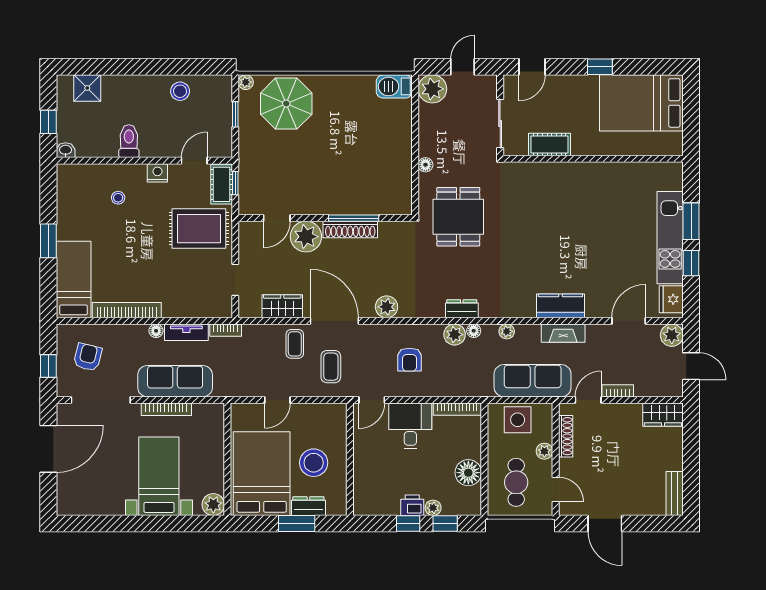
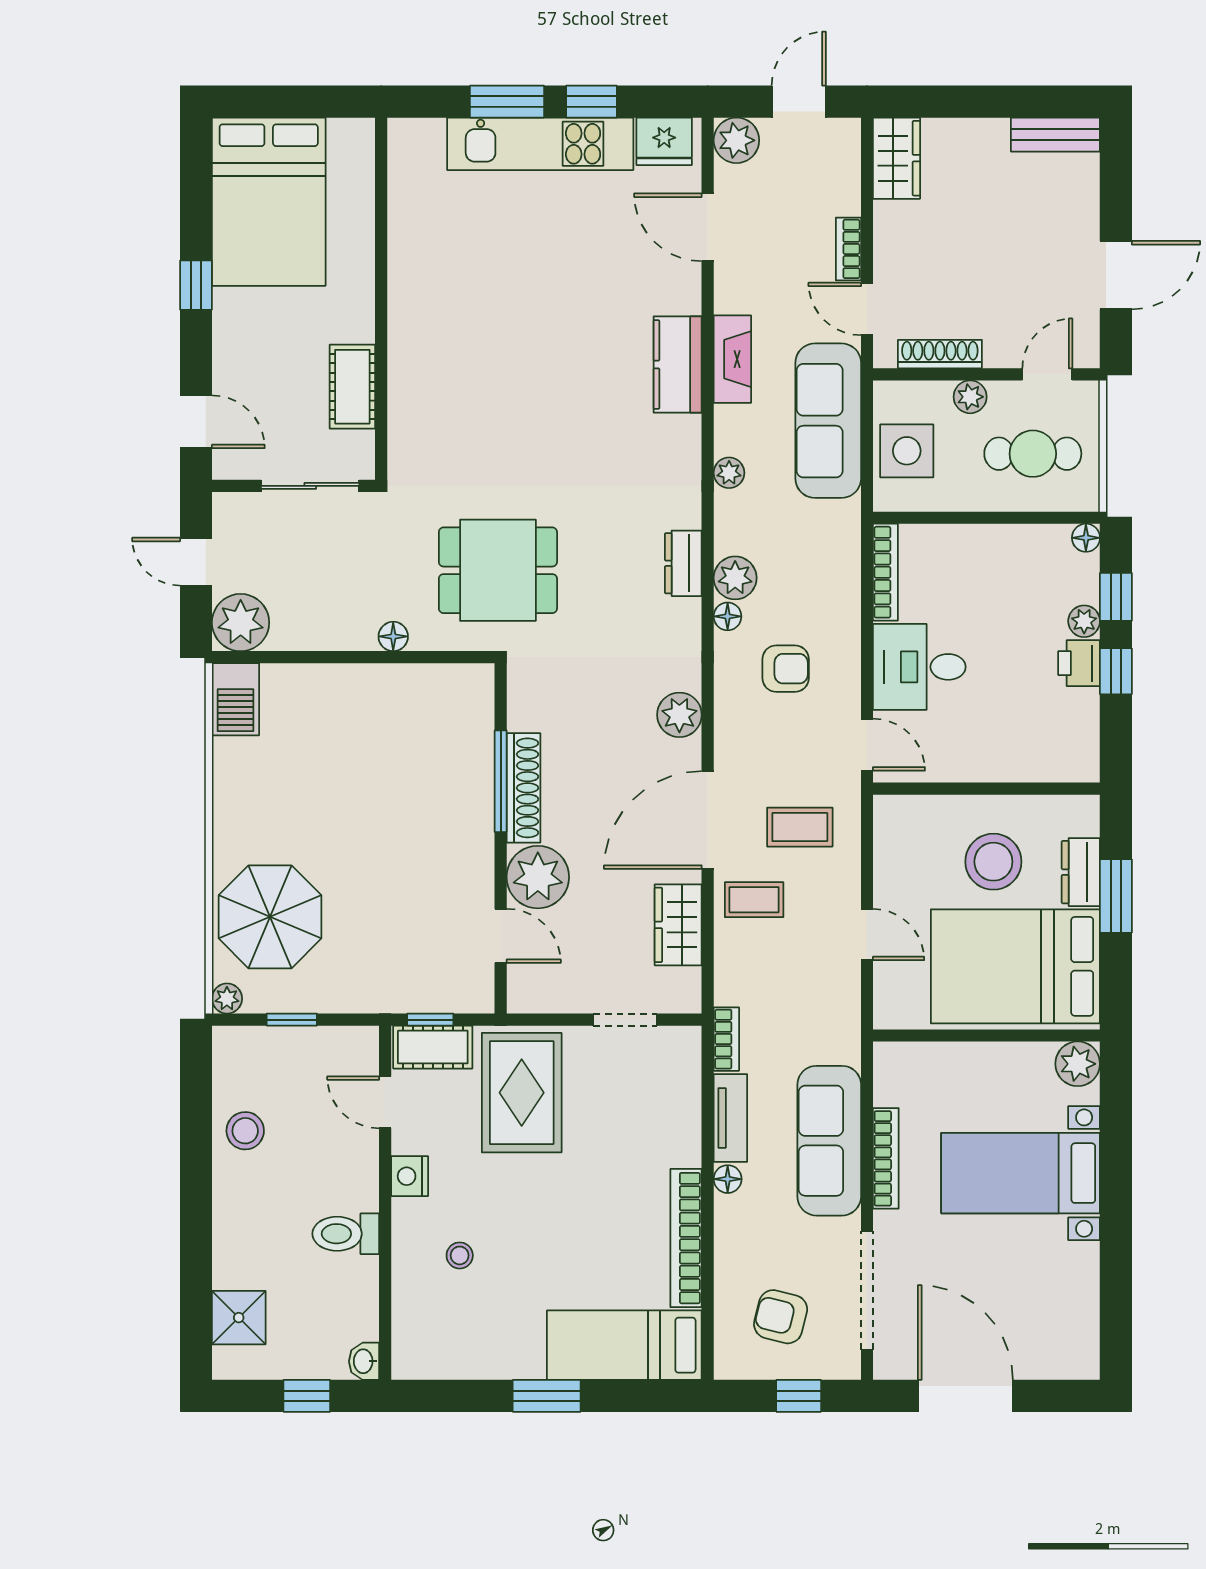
floor lamp: (474, 331) -> (728, 616), moved
floor lamp: (468, 473) -> (1086, 538), moved, width x0.53, depth x0.53

